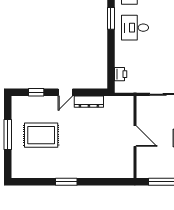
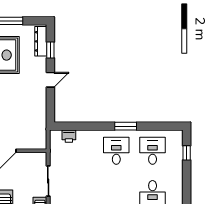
door: (65, 92) -> (50, 80), swing flipped
dresser: (89, 102) -> (41, 41), moved

